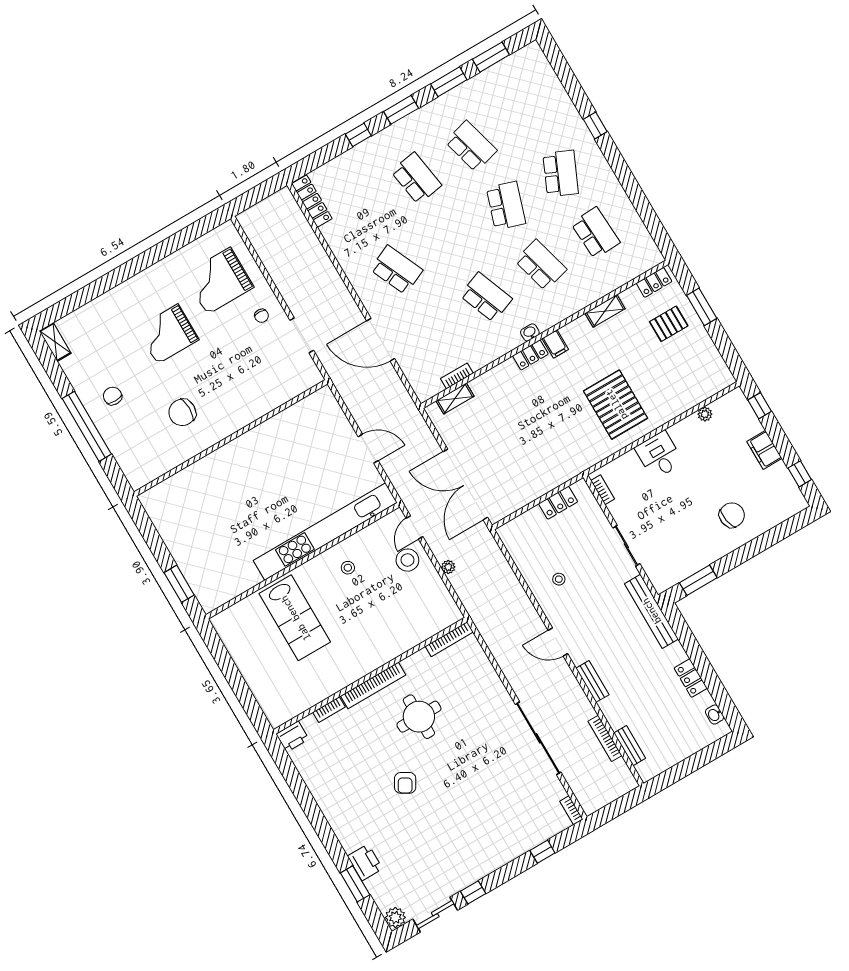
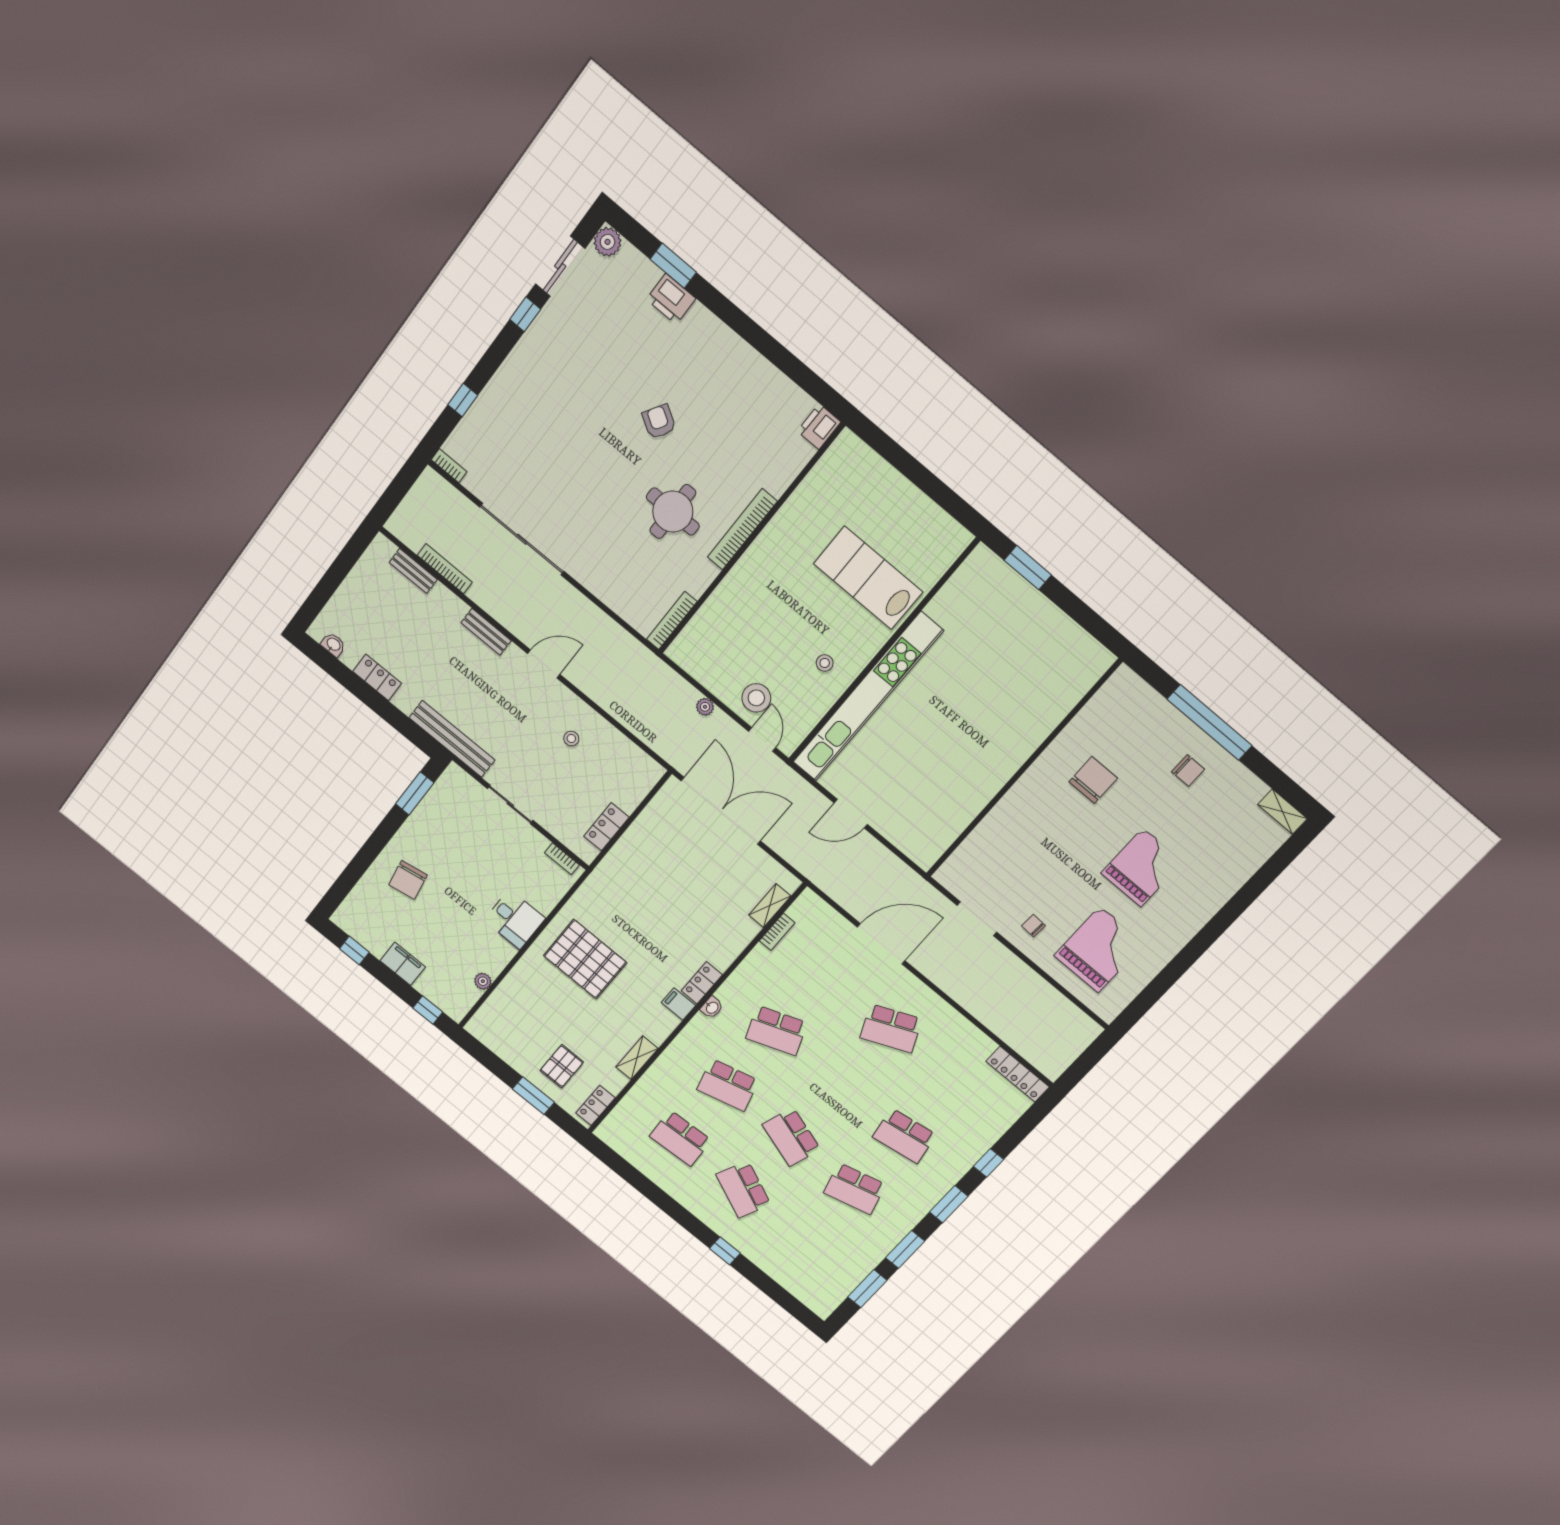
bookcase: (329, 710) -> (786, 478), removed

